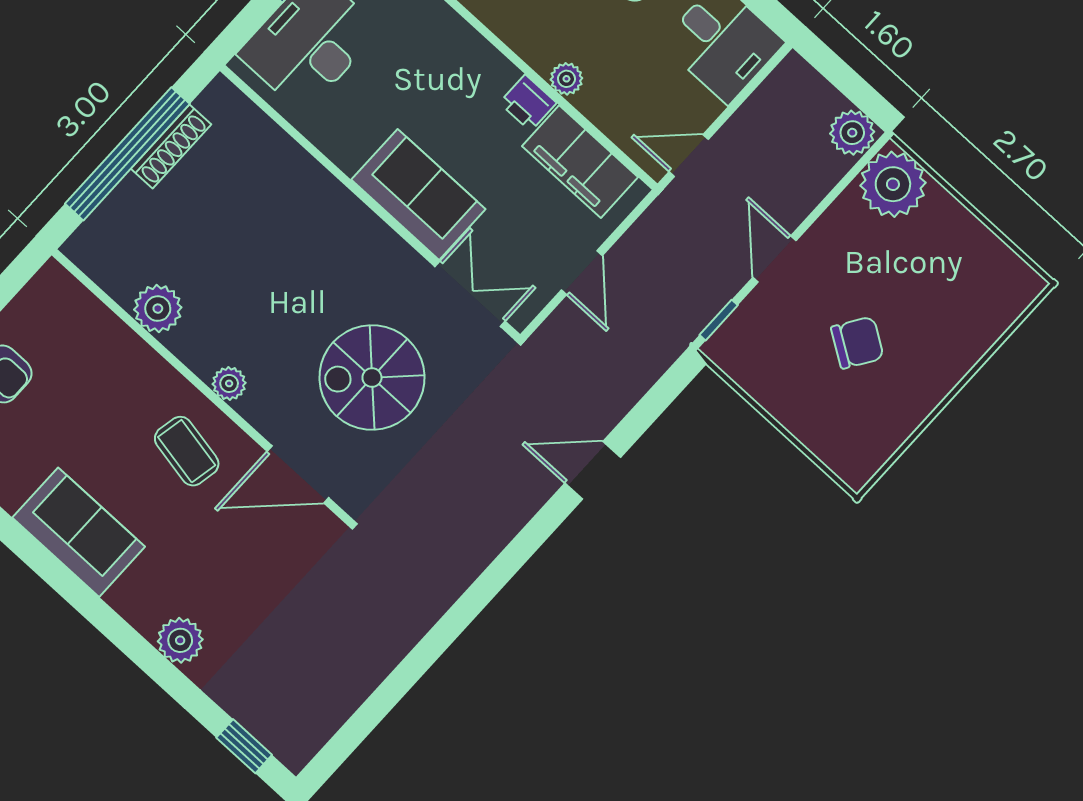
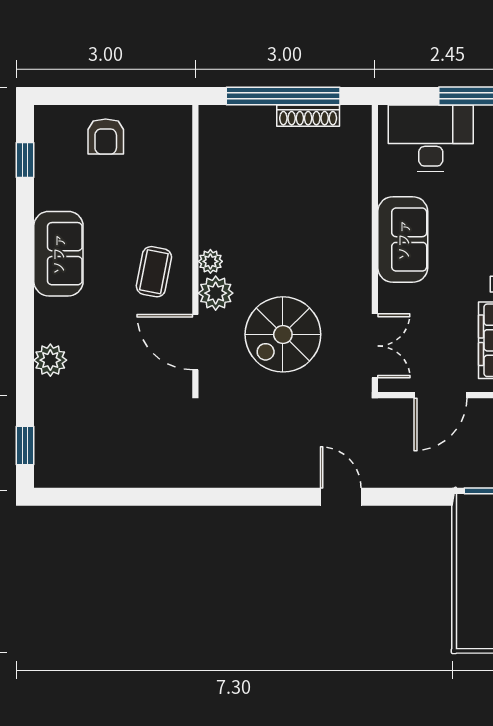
sofa: (418, 194) -> (403, 240), moved
door: (582, 273) -> (440, 395), width x1.38
plant: (158, 309) -> (216, 293), moved
spiral stairs: (372, 378) -> (283, 334), turned -90

